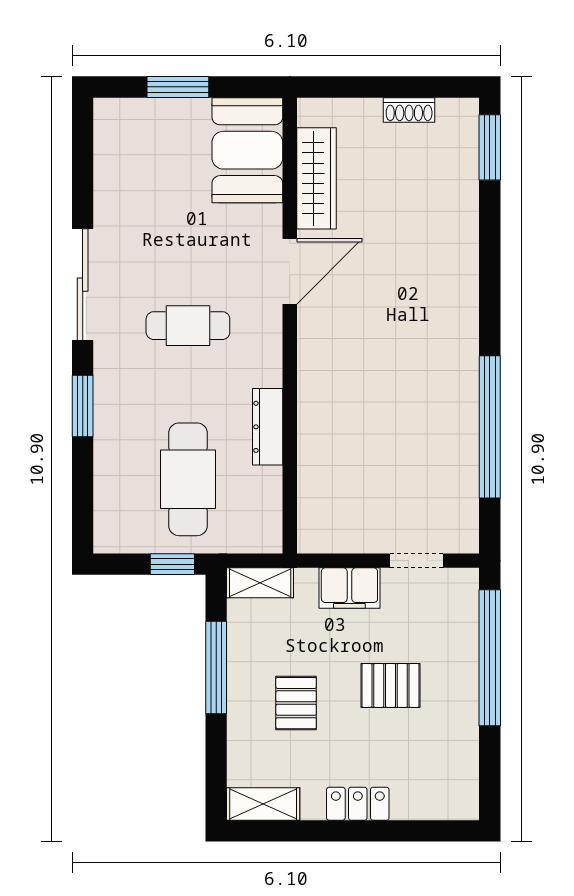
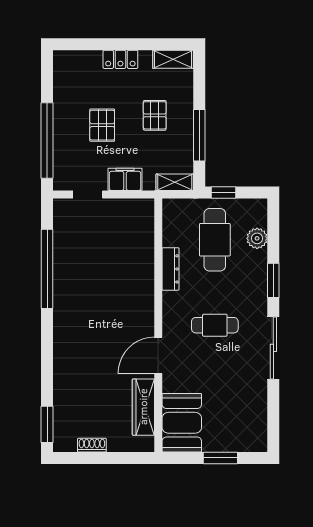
plant: (112, 482) -> (257, 238), added
pallet: (391, 685) -> (102, 125), turned 90

